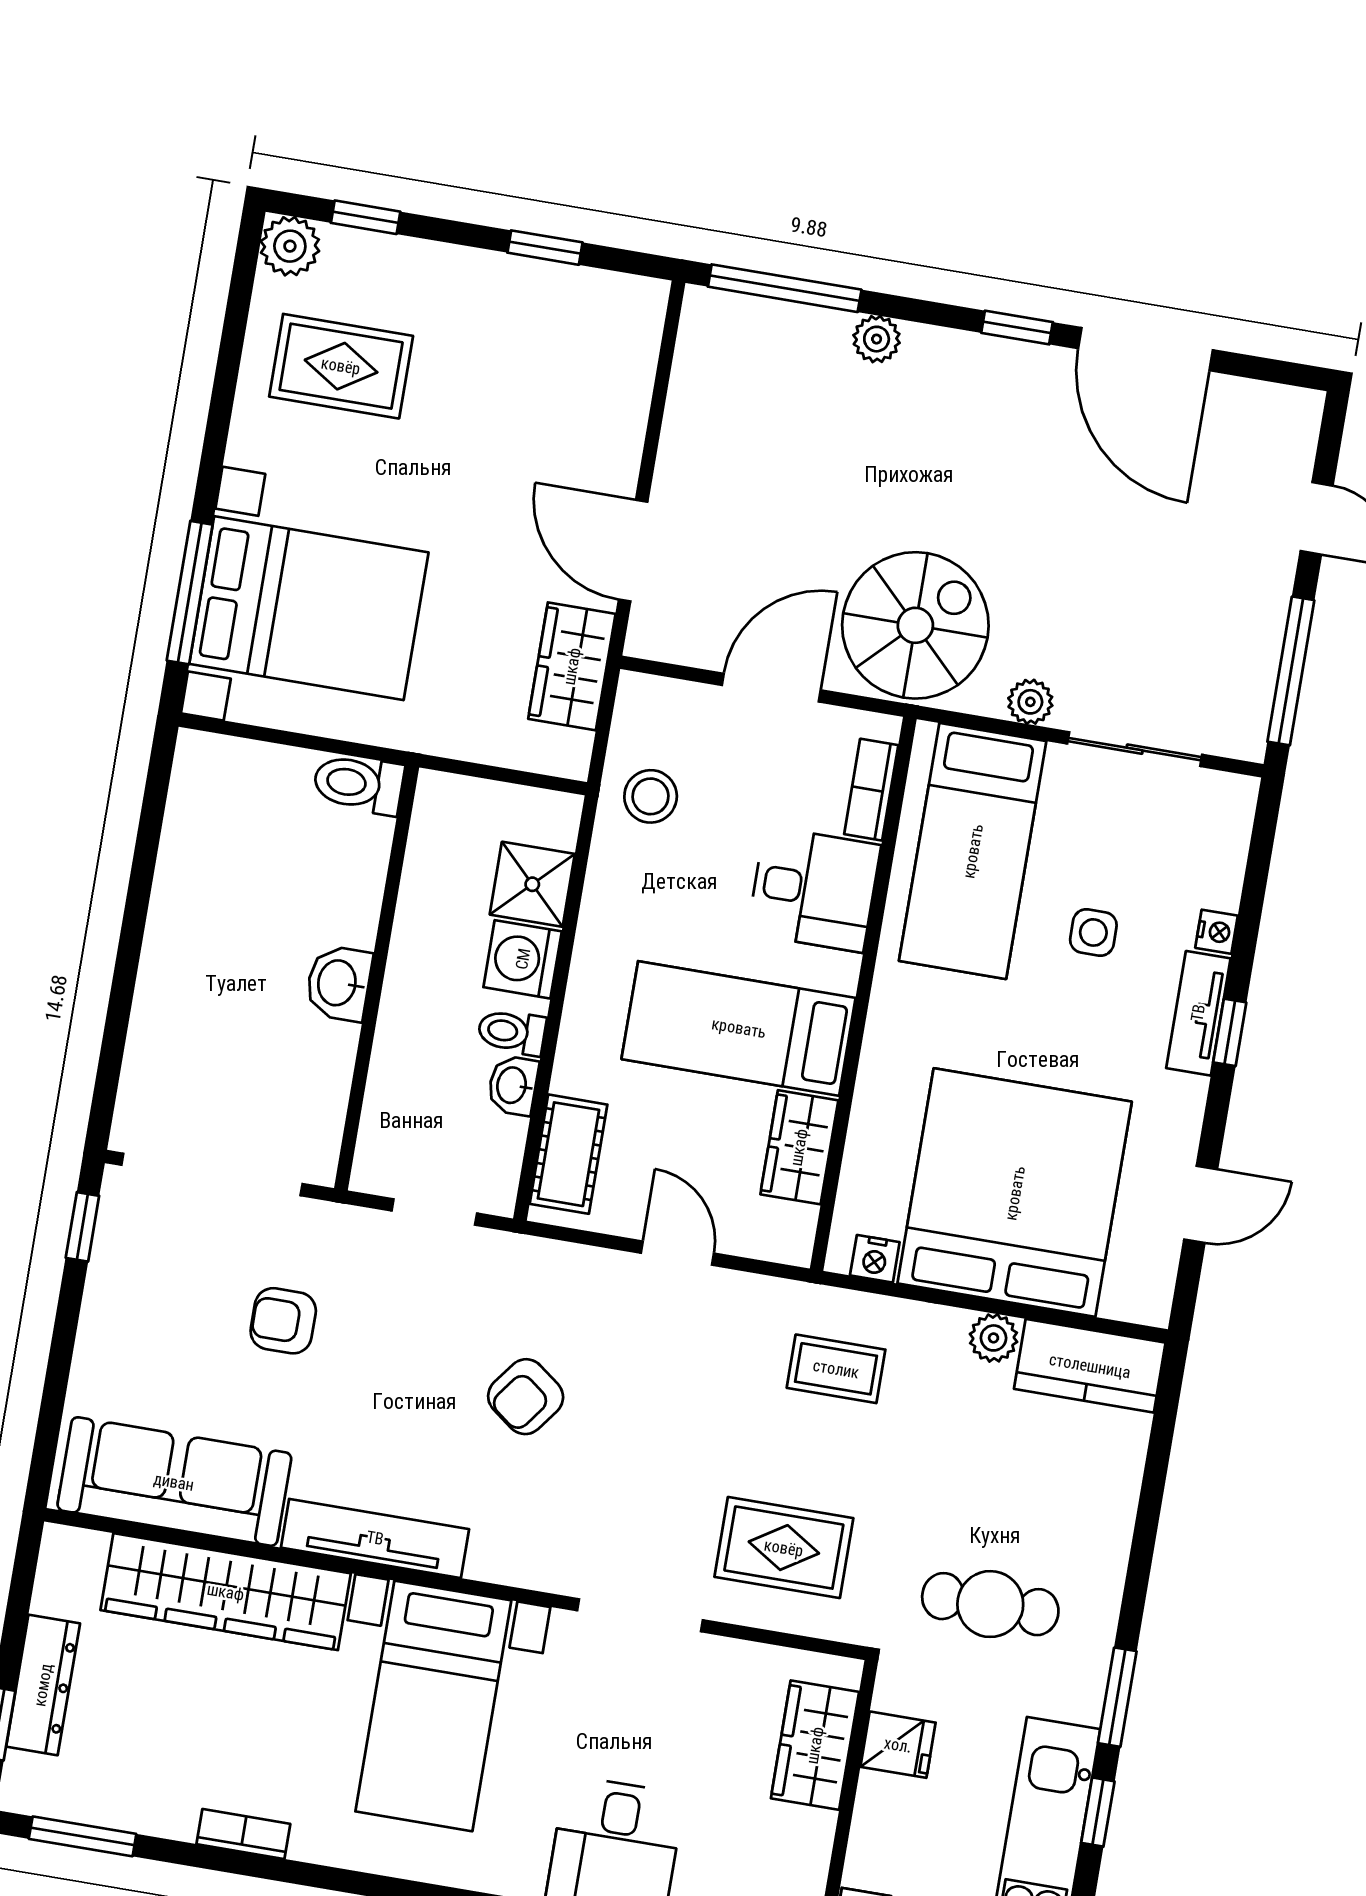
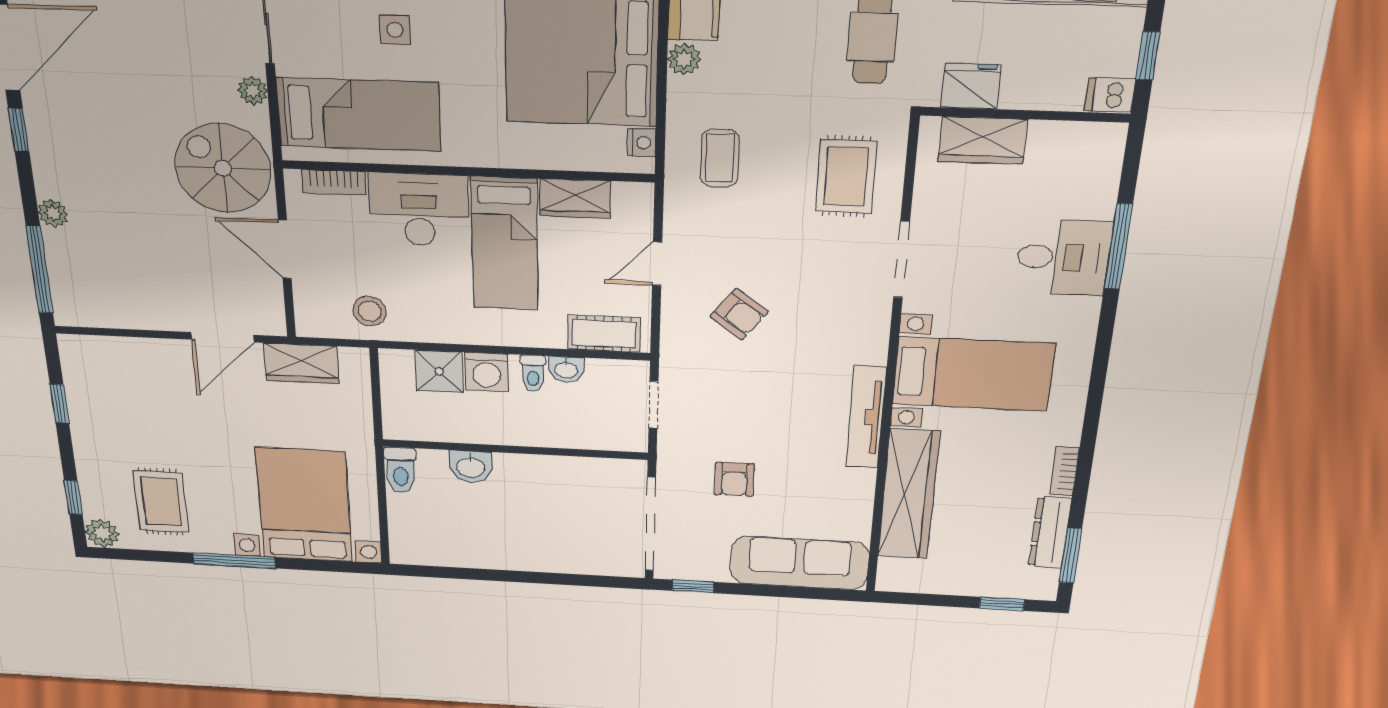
window: (190, 593) -> (234, 561), moved
desk: (814, 889) -> (419, 210), width x1.37
washbasin: (339, 983) -> (471, 467), moved
armchair: (526, 1397) -> (739, 314), moved
sofa: (174, 1482) -> (799, 563), moved, turned 90
dresser: (43, 1685) -> (1050, 533), moved, turned -90
fridge: (898, 1745) -> (971, 86), width x1.38

